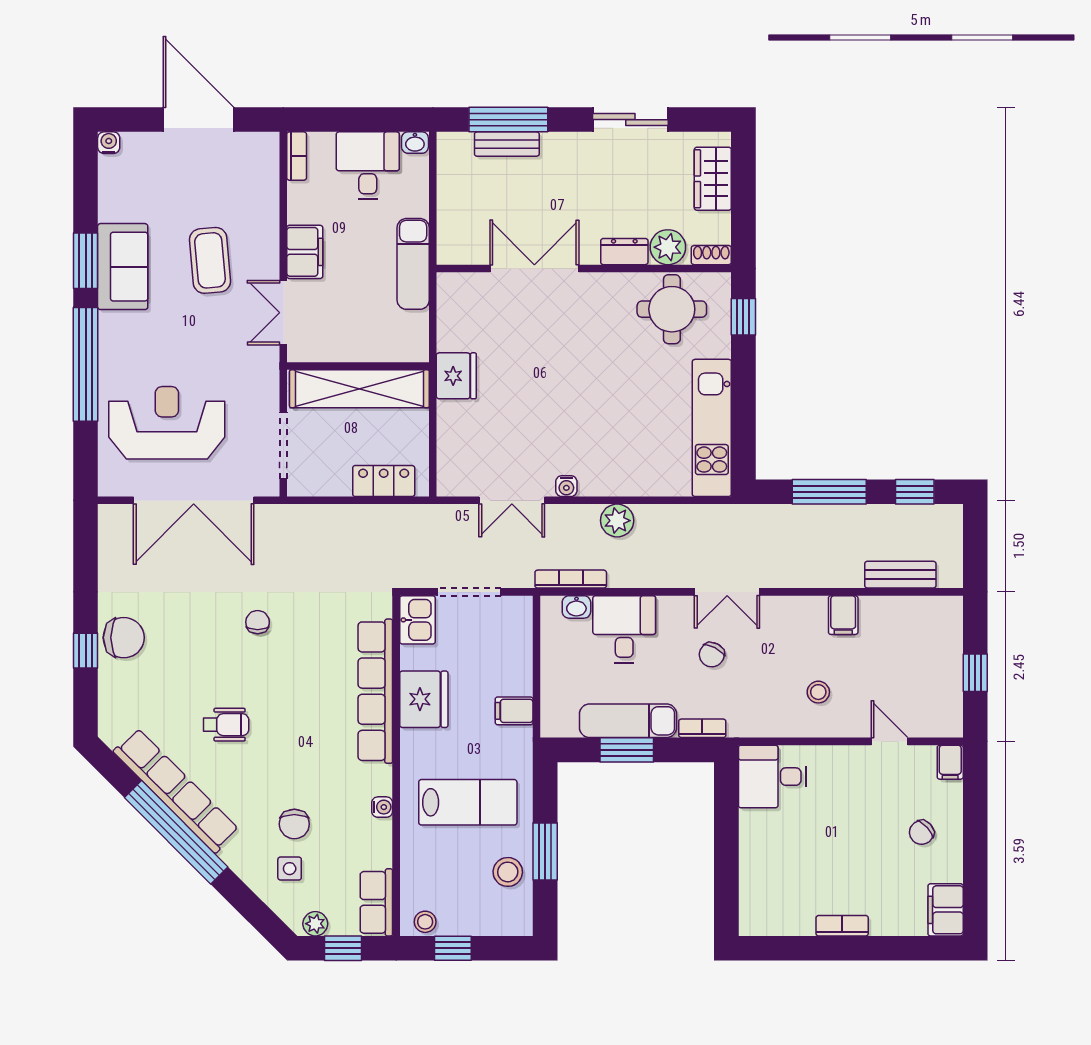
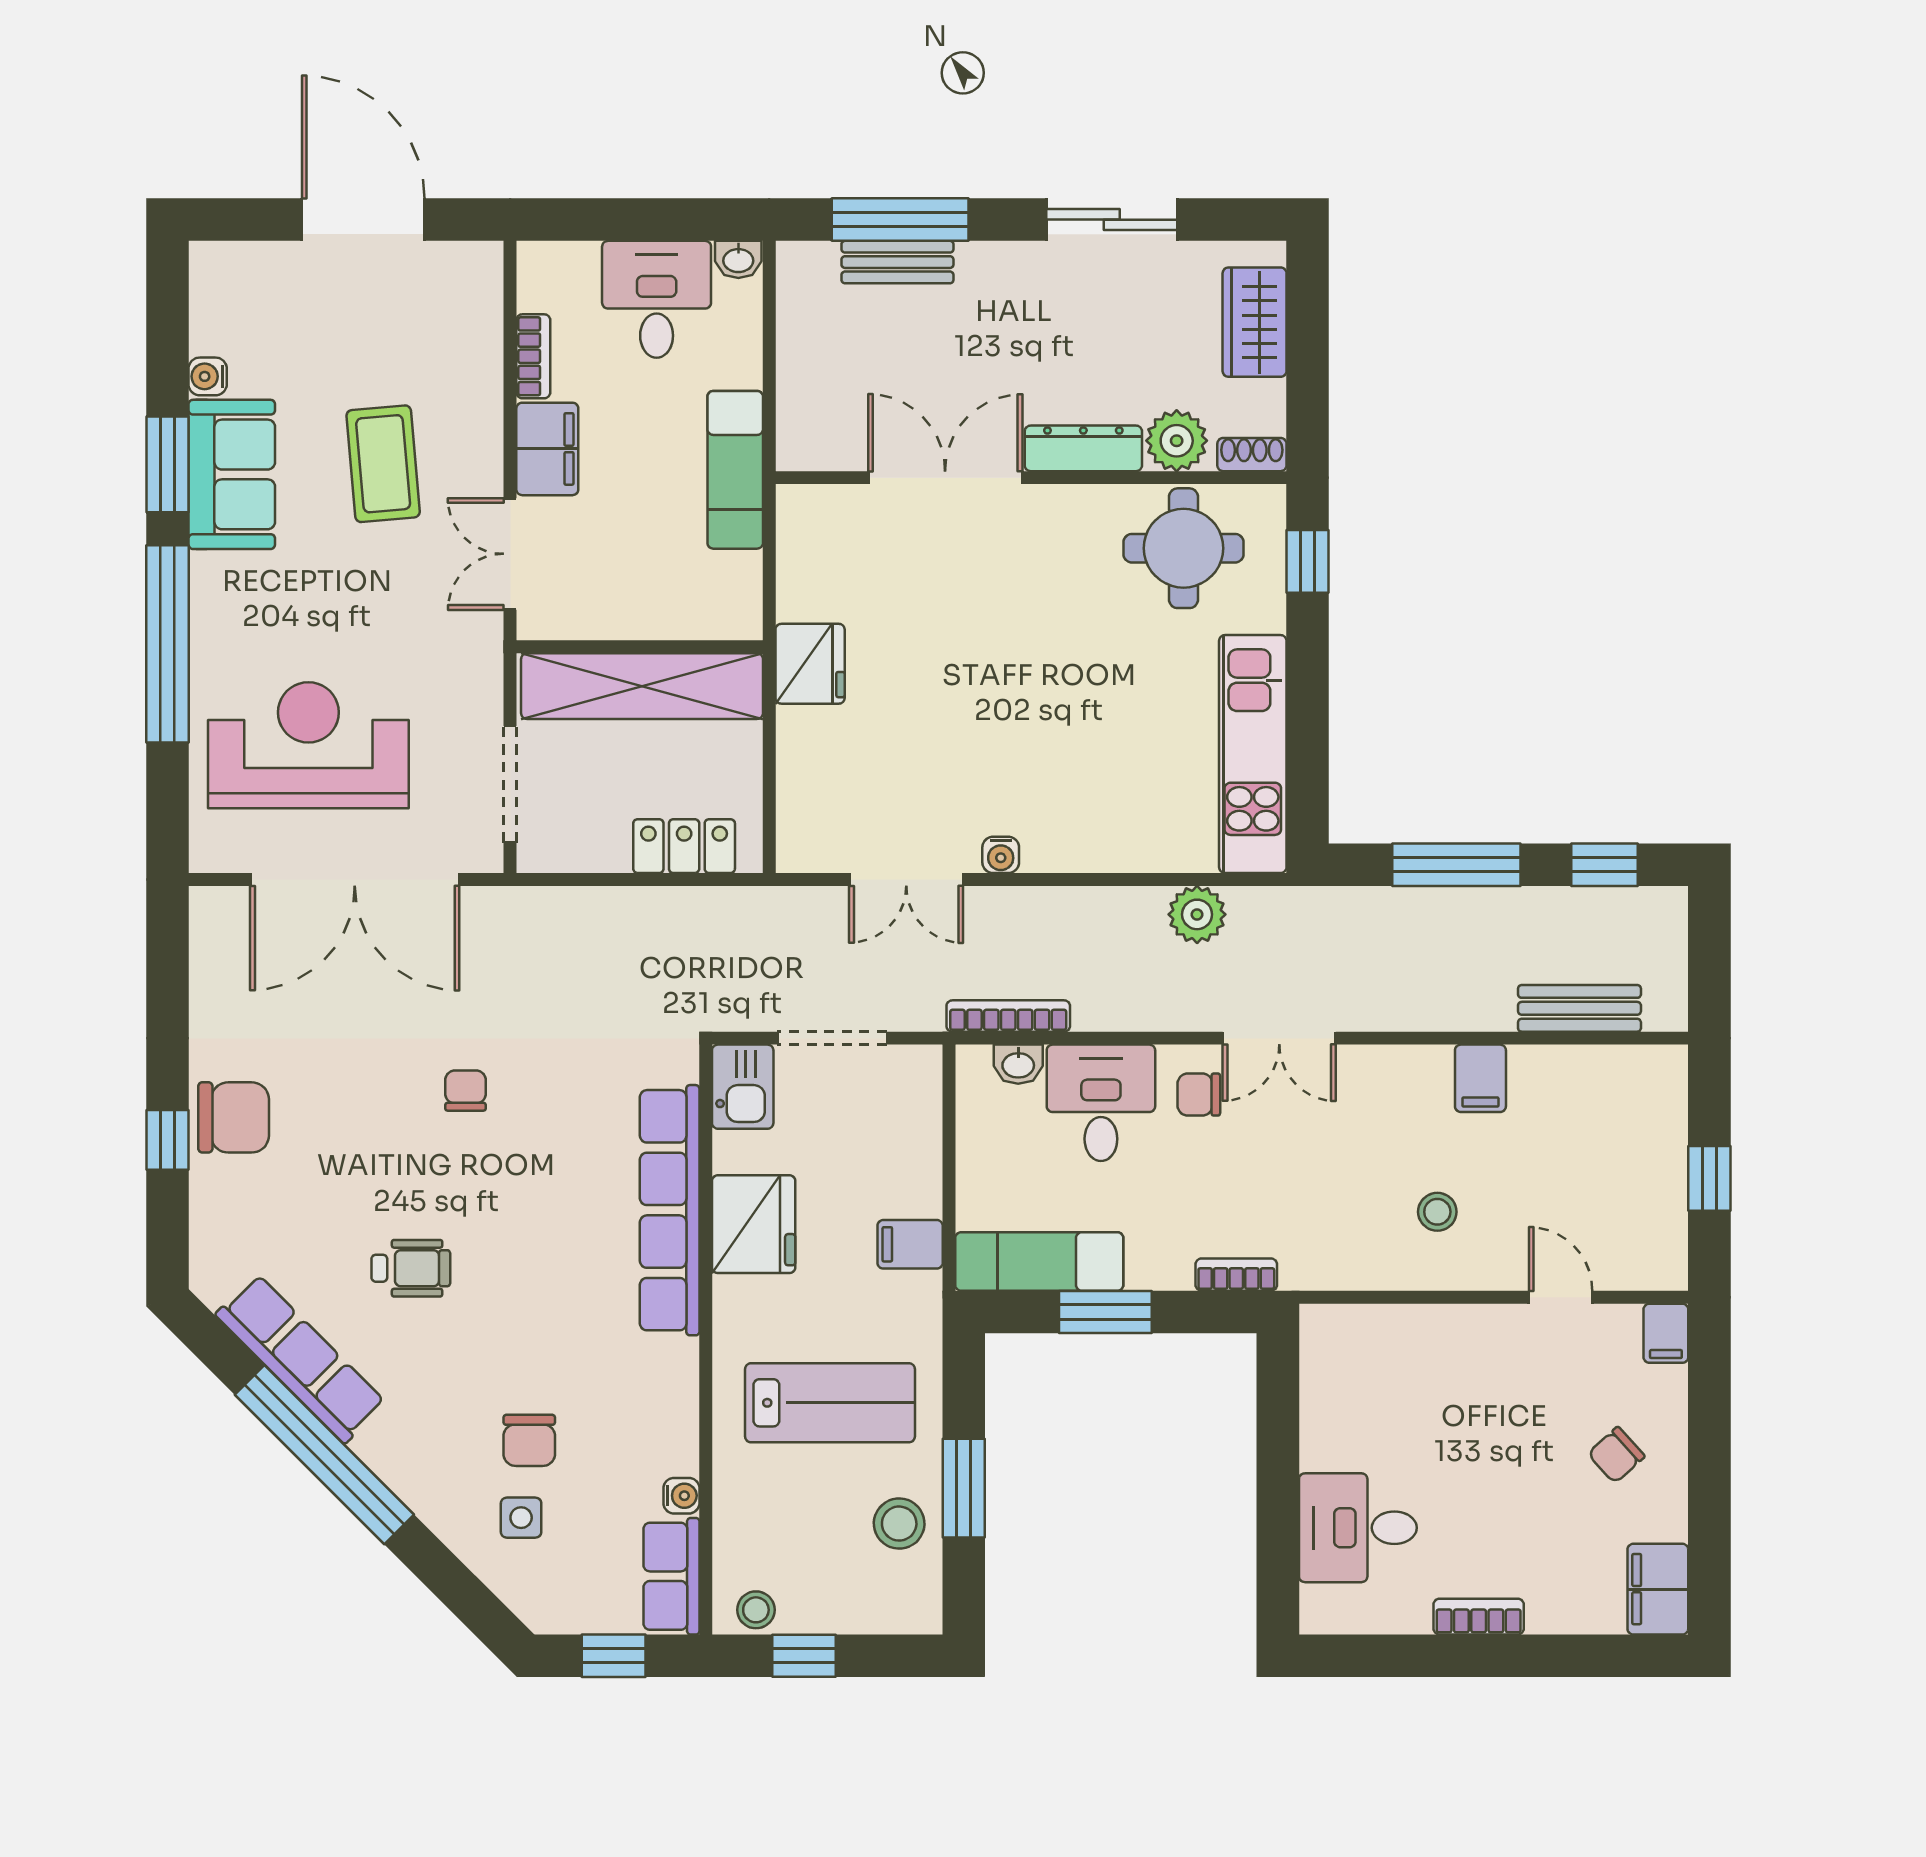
water cooler: (109, 143) -> (208, 376), moved, turned -90
bookcase: (297, 156) -> (533, 356), moved
dresser: (624, 252) -> (1083, 448), width x1.44
plant: (617, 521) -> (1197, 914), moved
chair: (712, 655) -> (1199, 1095), moved, turned 62
exam couch: (628, 721) -> (1039, 1261), moved
desk: (772, 777) -> (1358, 1528), moved
row of seats: (176, 791) -> (301, 1359), width x0.73
water cooler: (382, 807) -> (681, 1496), moved
plant: (315, 924) -> (565, 1613), removed

